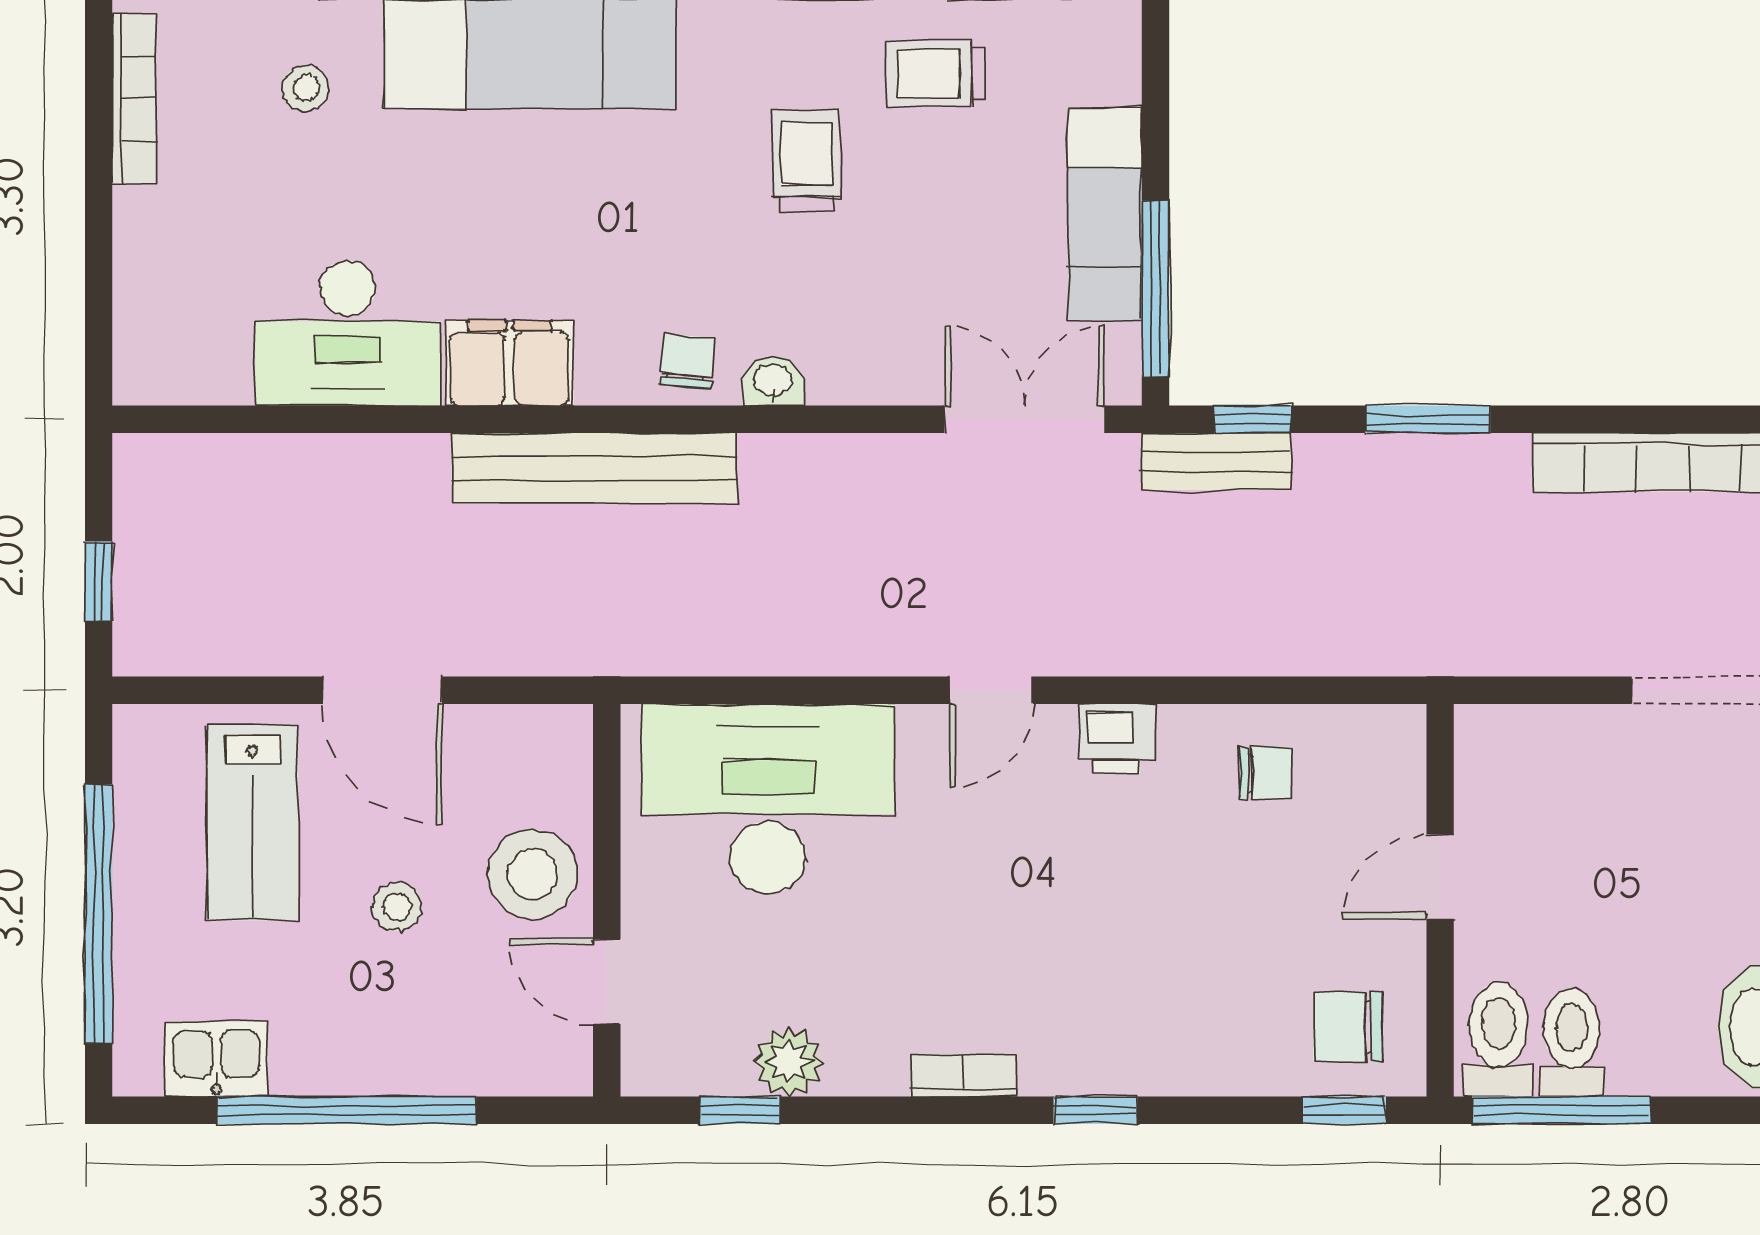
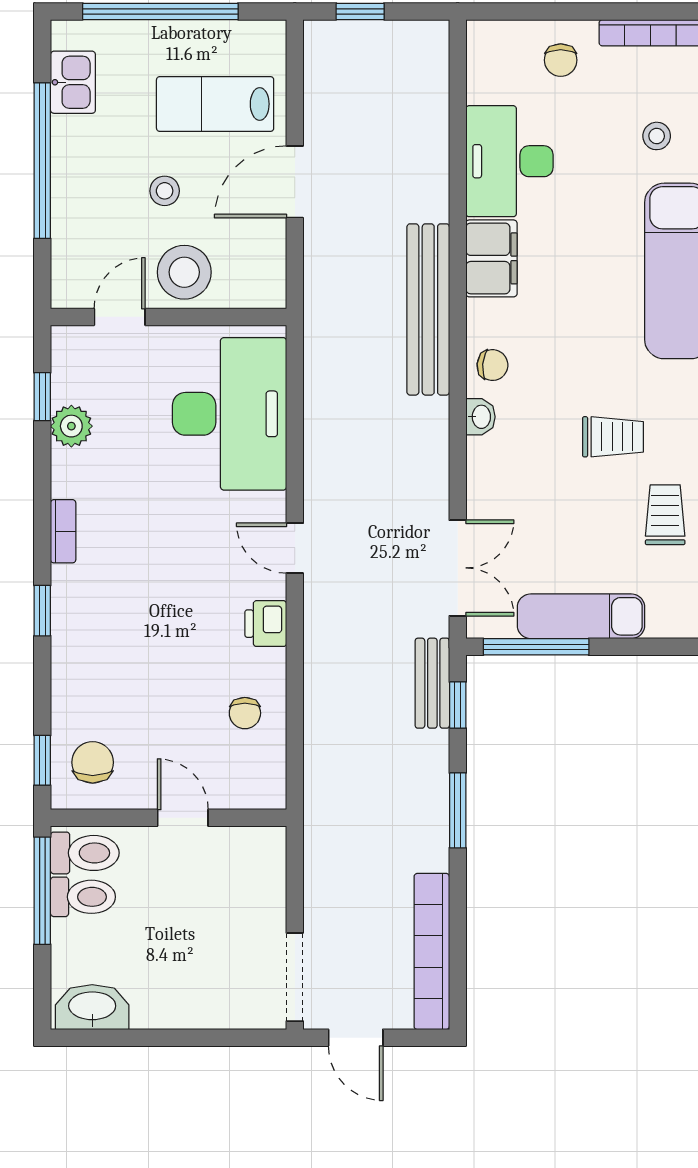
chair: (180, 248) -> (561, 60), added

